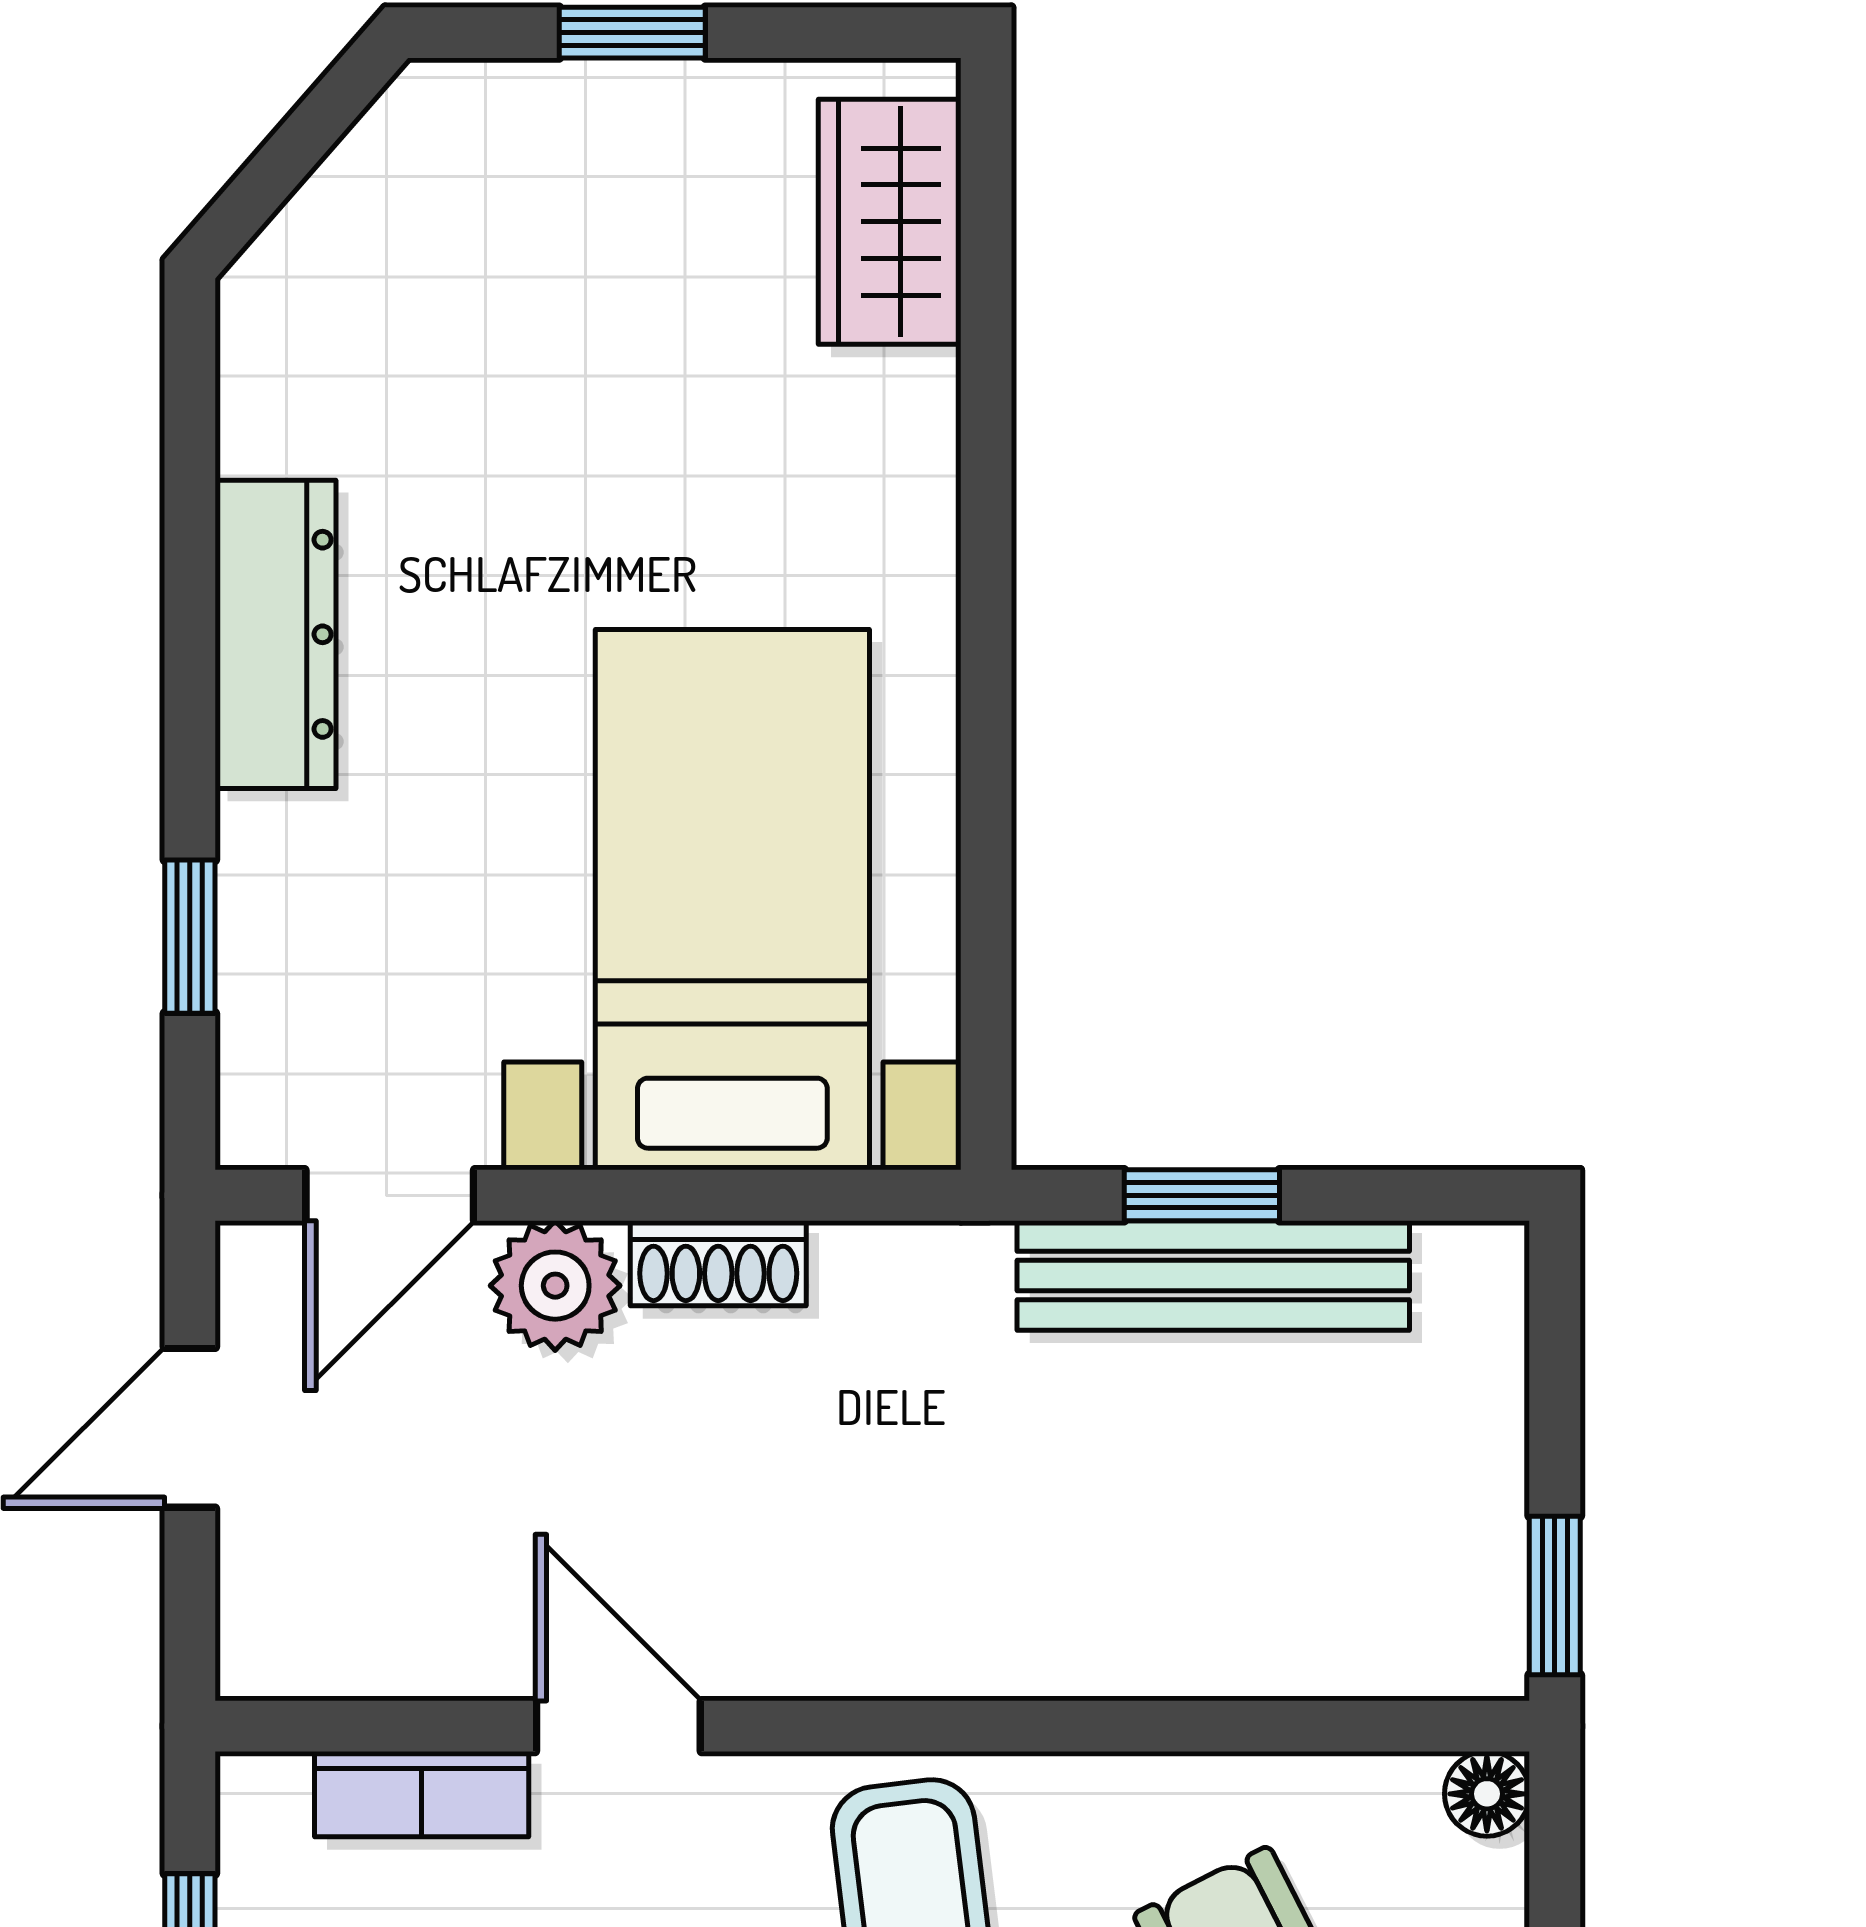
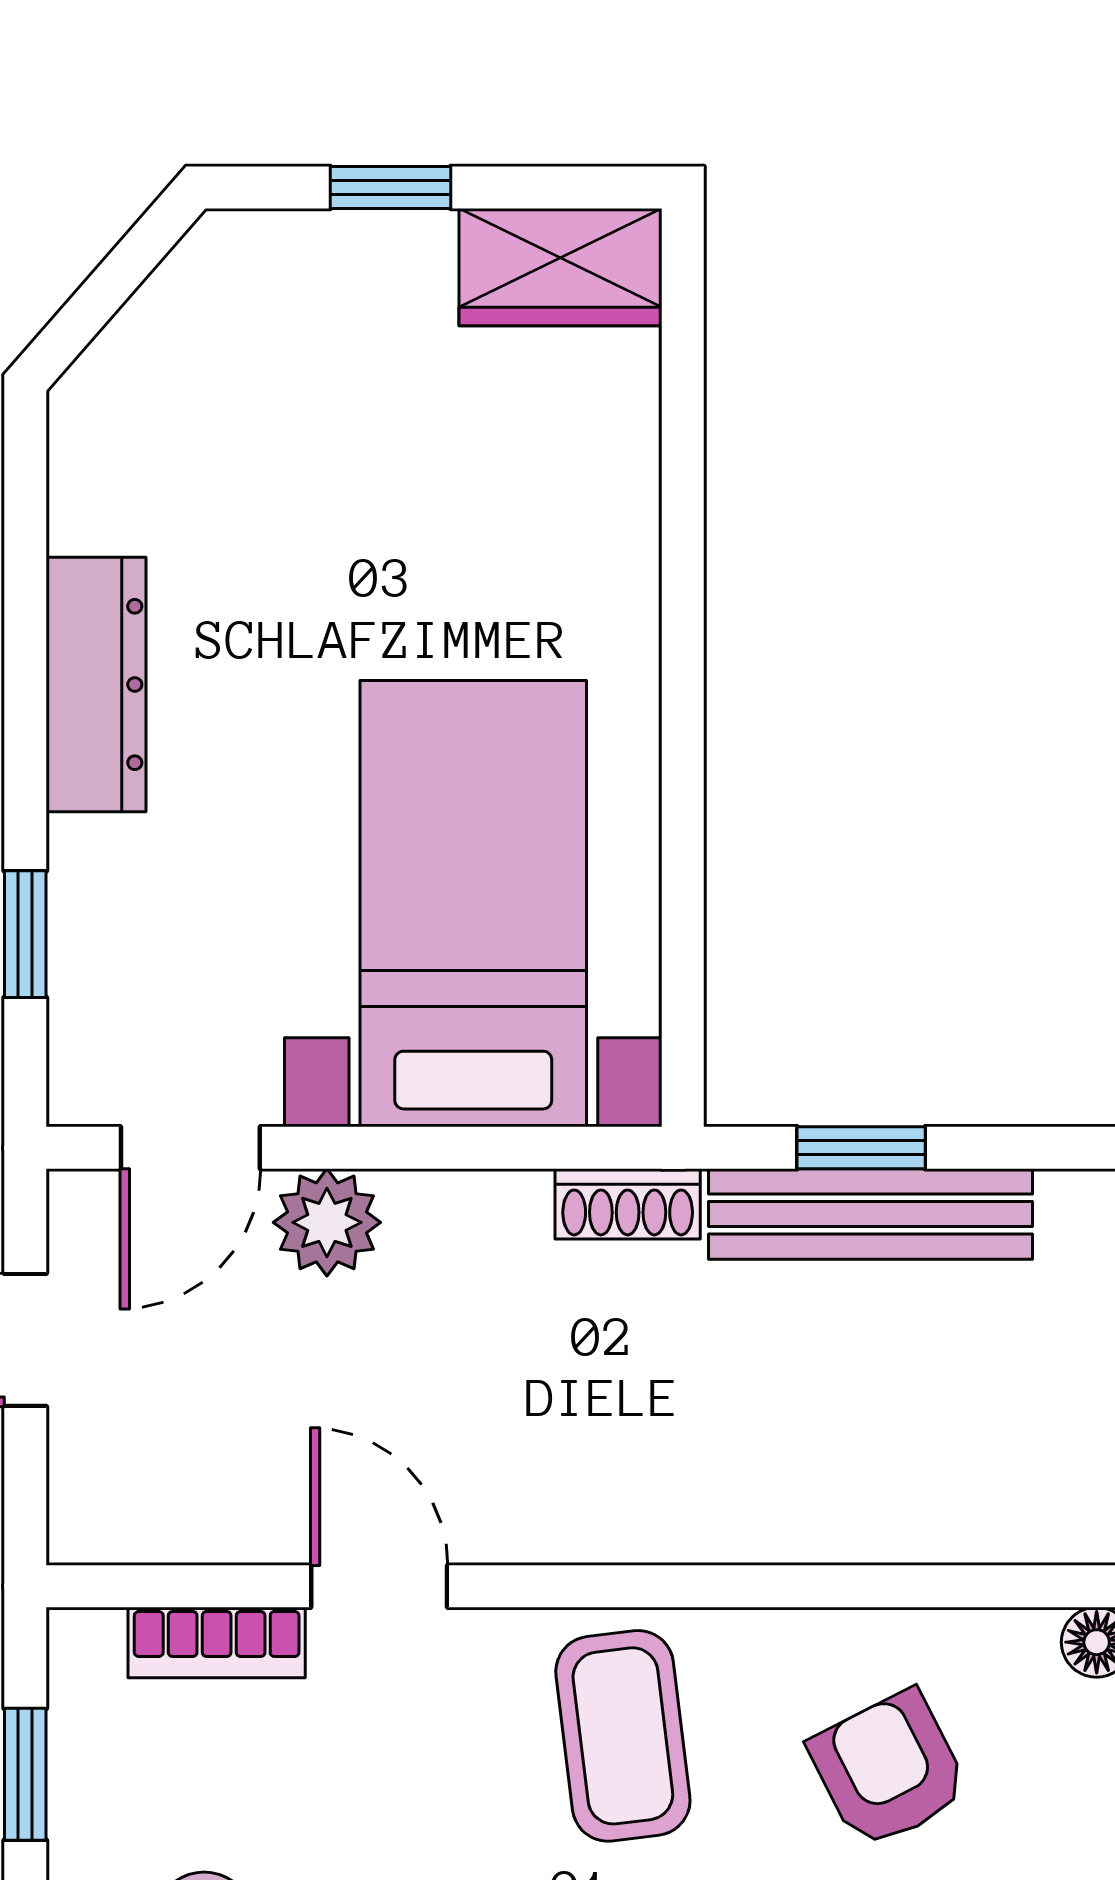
wardrobe: (890, 222) -> (561, 267), moved, turned -90
shoe rack: (718, 1263) -> (628, 1204), moved

